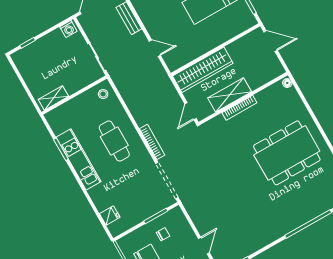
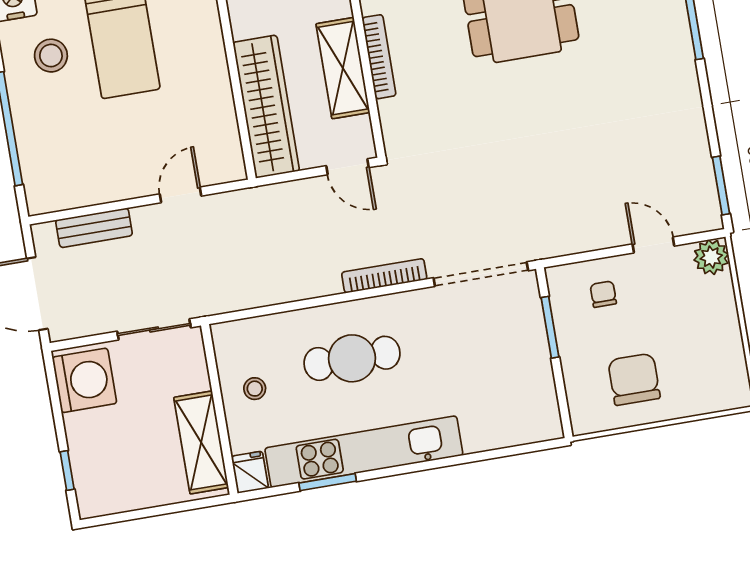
washing machine: (68, 29) -> (84, 380), width x1.89, depth x1.89
stool: (103, 94) -> (255, 389), moved
shelving: (53, 98) -> (201, 442), width x1.50, depth x1.33
kitchen unit: (78, 159) -> (364, 452), width x1.36
fridge: (110, 216) -> (250, 472), moved
chair: (163, 234) -> (603, 294), moved

